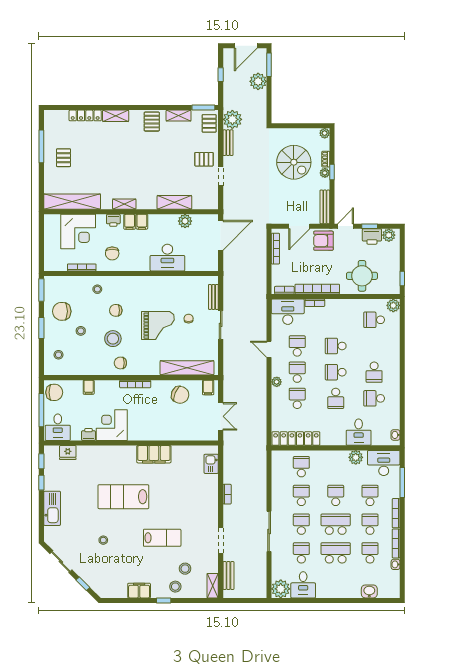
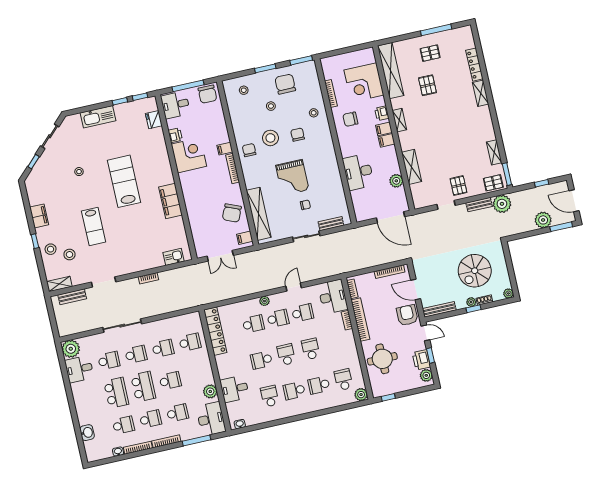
pallet: (152, 122) -> (427, 85), moved, turned 90
school desk: (374, 346) -> (319, 385), added
filing cabinet: (89, 387) -> (225, 149), moved

